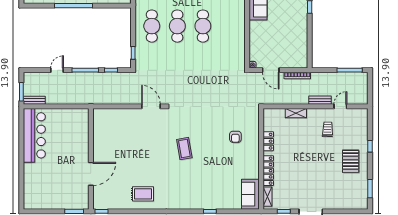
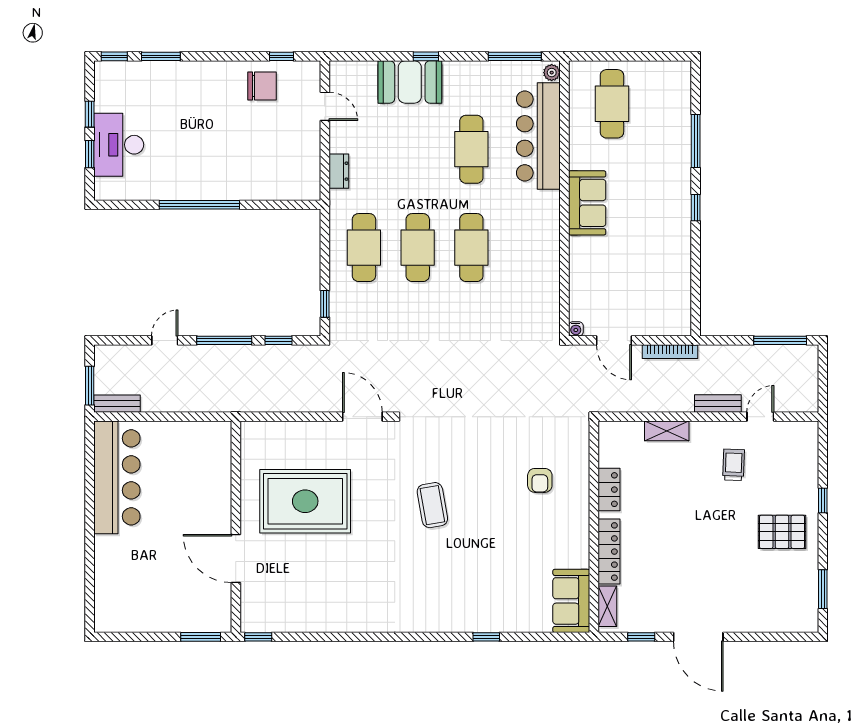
pallet: (351, 161) -> (782, 532), turned 90
door: (91, 174) -> (236, 559), swing flipped
rug: (143, 194) -> (305, 501), moved, width x1.86, depth x2.06

